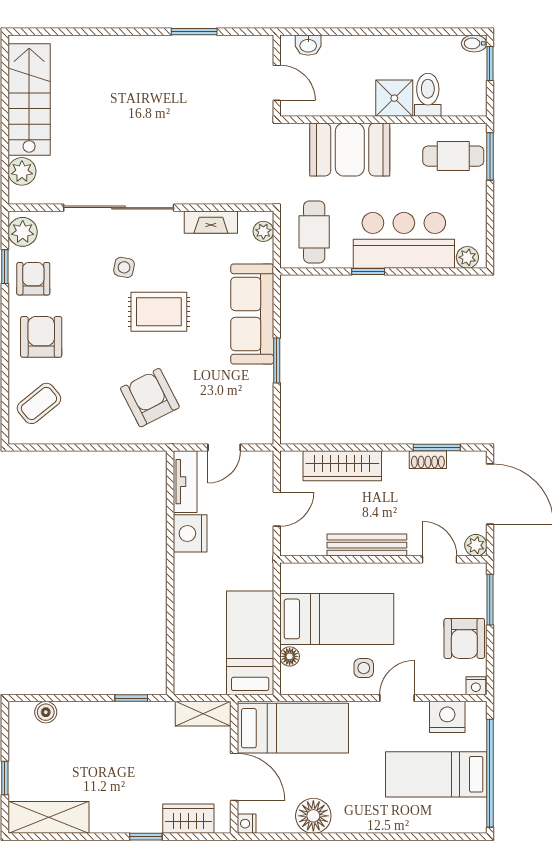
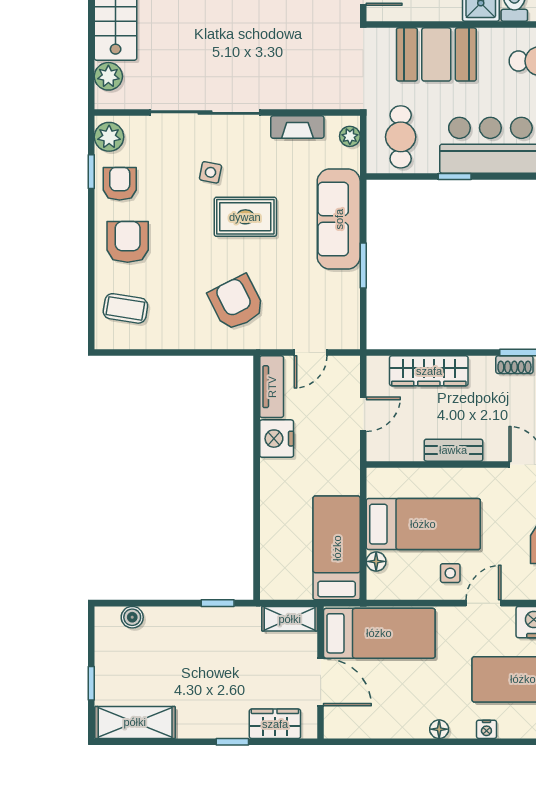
coffee table: (39, 403) -> (125, 308), turned 48
bench: (367, 545) -> (453, 450), width x0.73
floor lamp: (313, 816) -> (439, 729), moved, width x0.53, depth x0.53
nightstand: (247, 824) -> (486, 729), moved, turned -90

